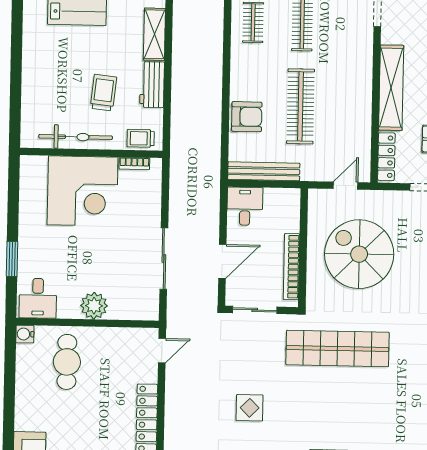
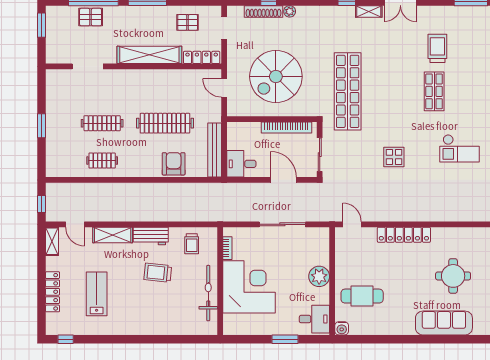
bicycle: (76, 137) -> (208, 293), moved
wall: (91, 153) -> (220, 281), moved
bookcase: (134, 163) -> (227, 248), moved
corner desk: (83, 191) -> (249, 287), moved

